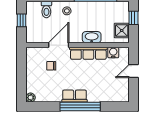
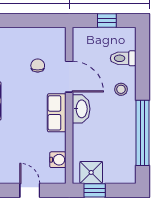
window: (133, 18) -> (95, 190), moved
washbasin: (92, 37) -> (81, 109), moved
row of seats: (88, 53) -> (57, 113), width x0.68

